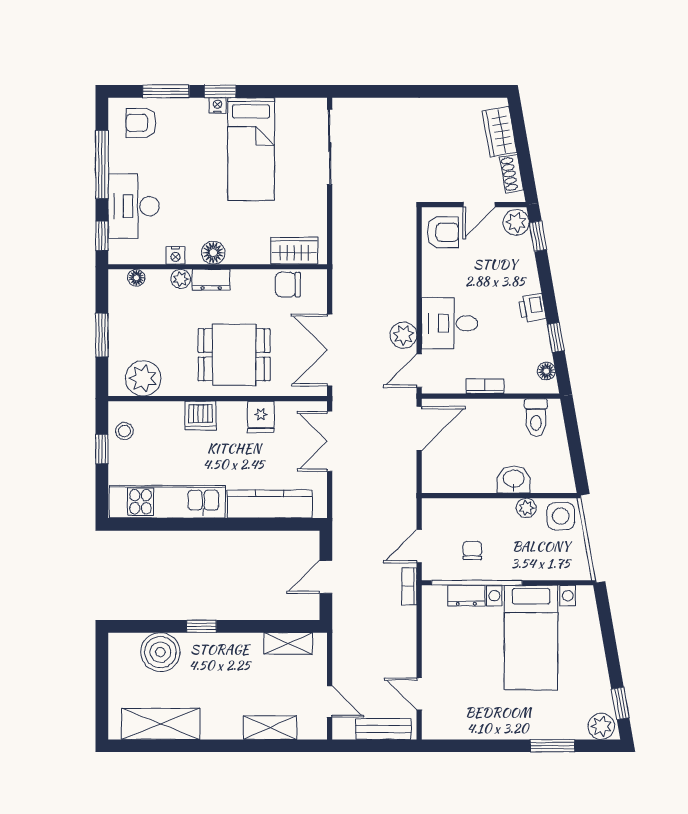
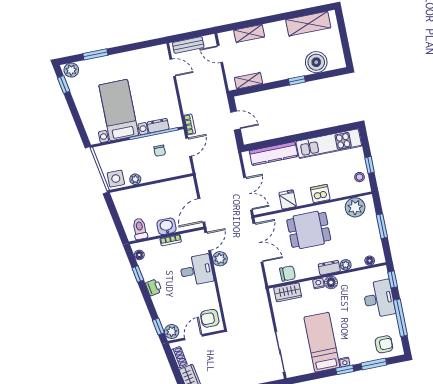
nightstand: (175, 255) -> (318, 283), moved
washbasin: (514, 479) -> (166, 226), moved, turned 180
door: (326, 577) -> (235, 121), hinge flipped

